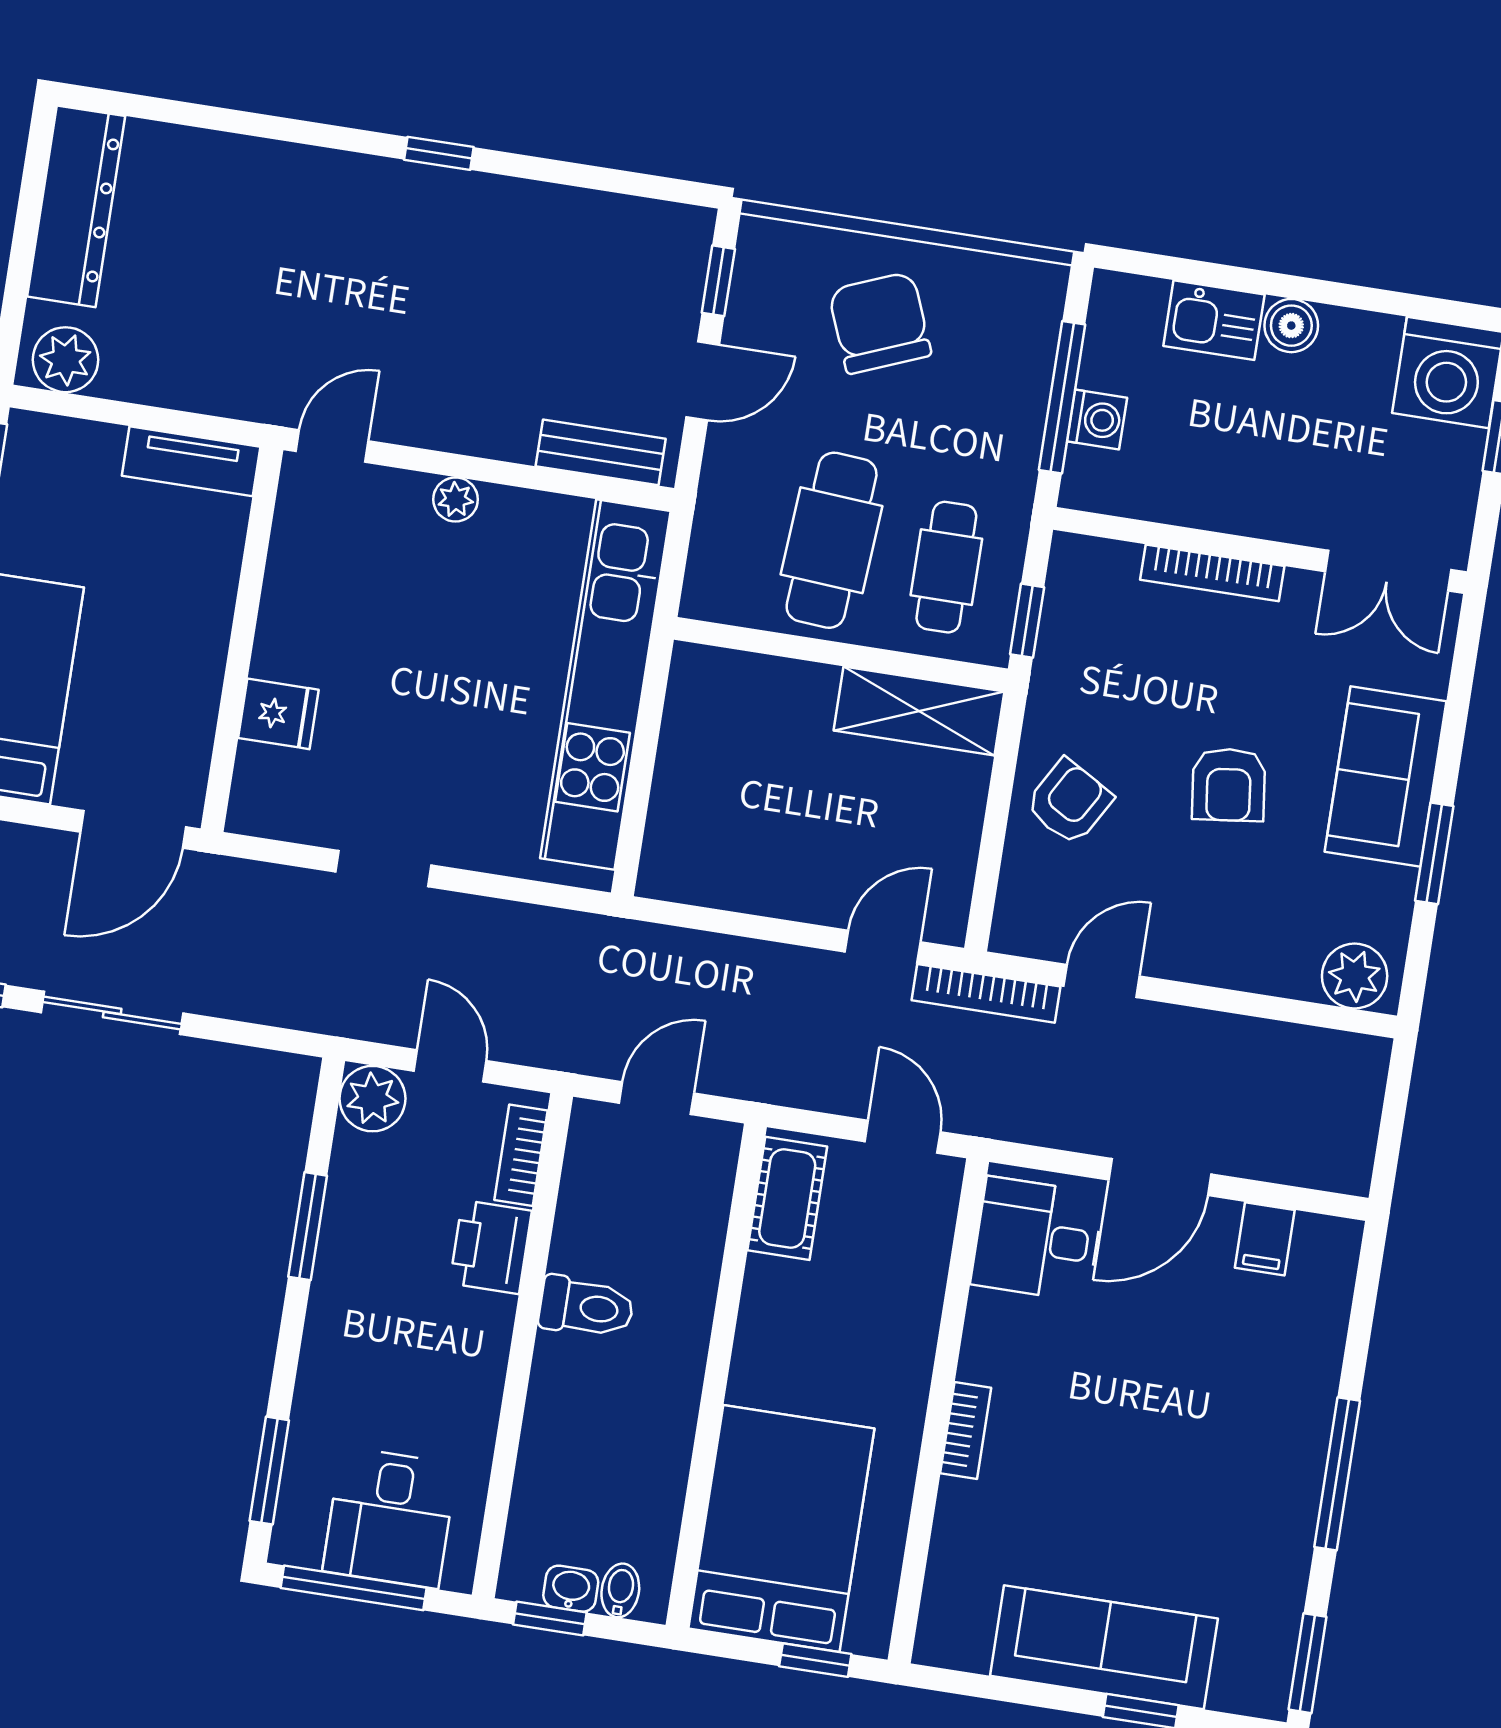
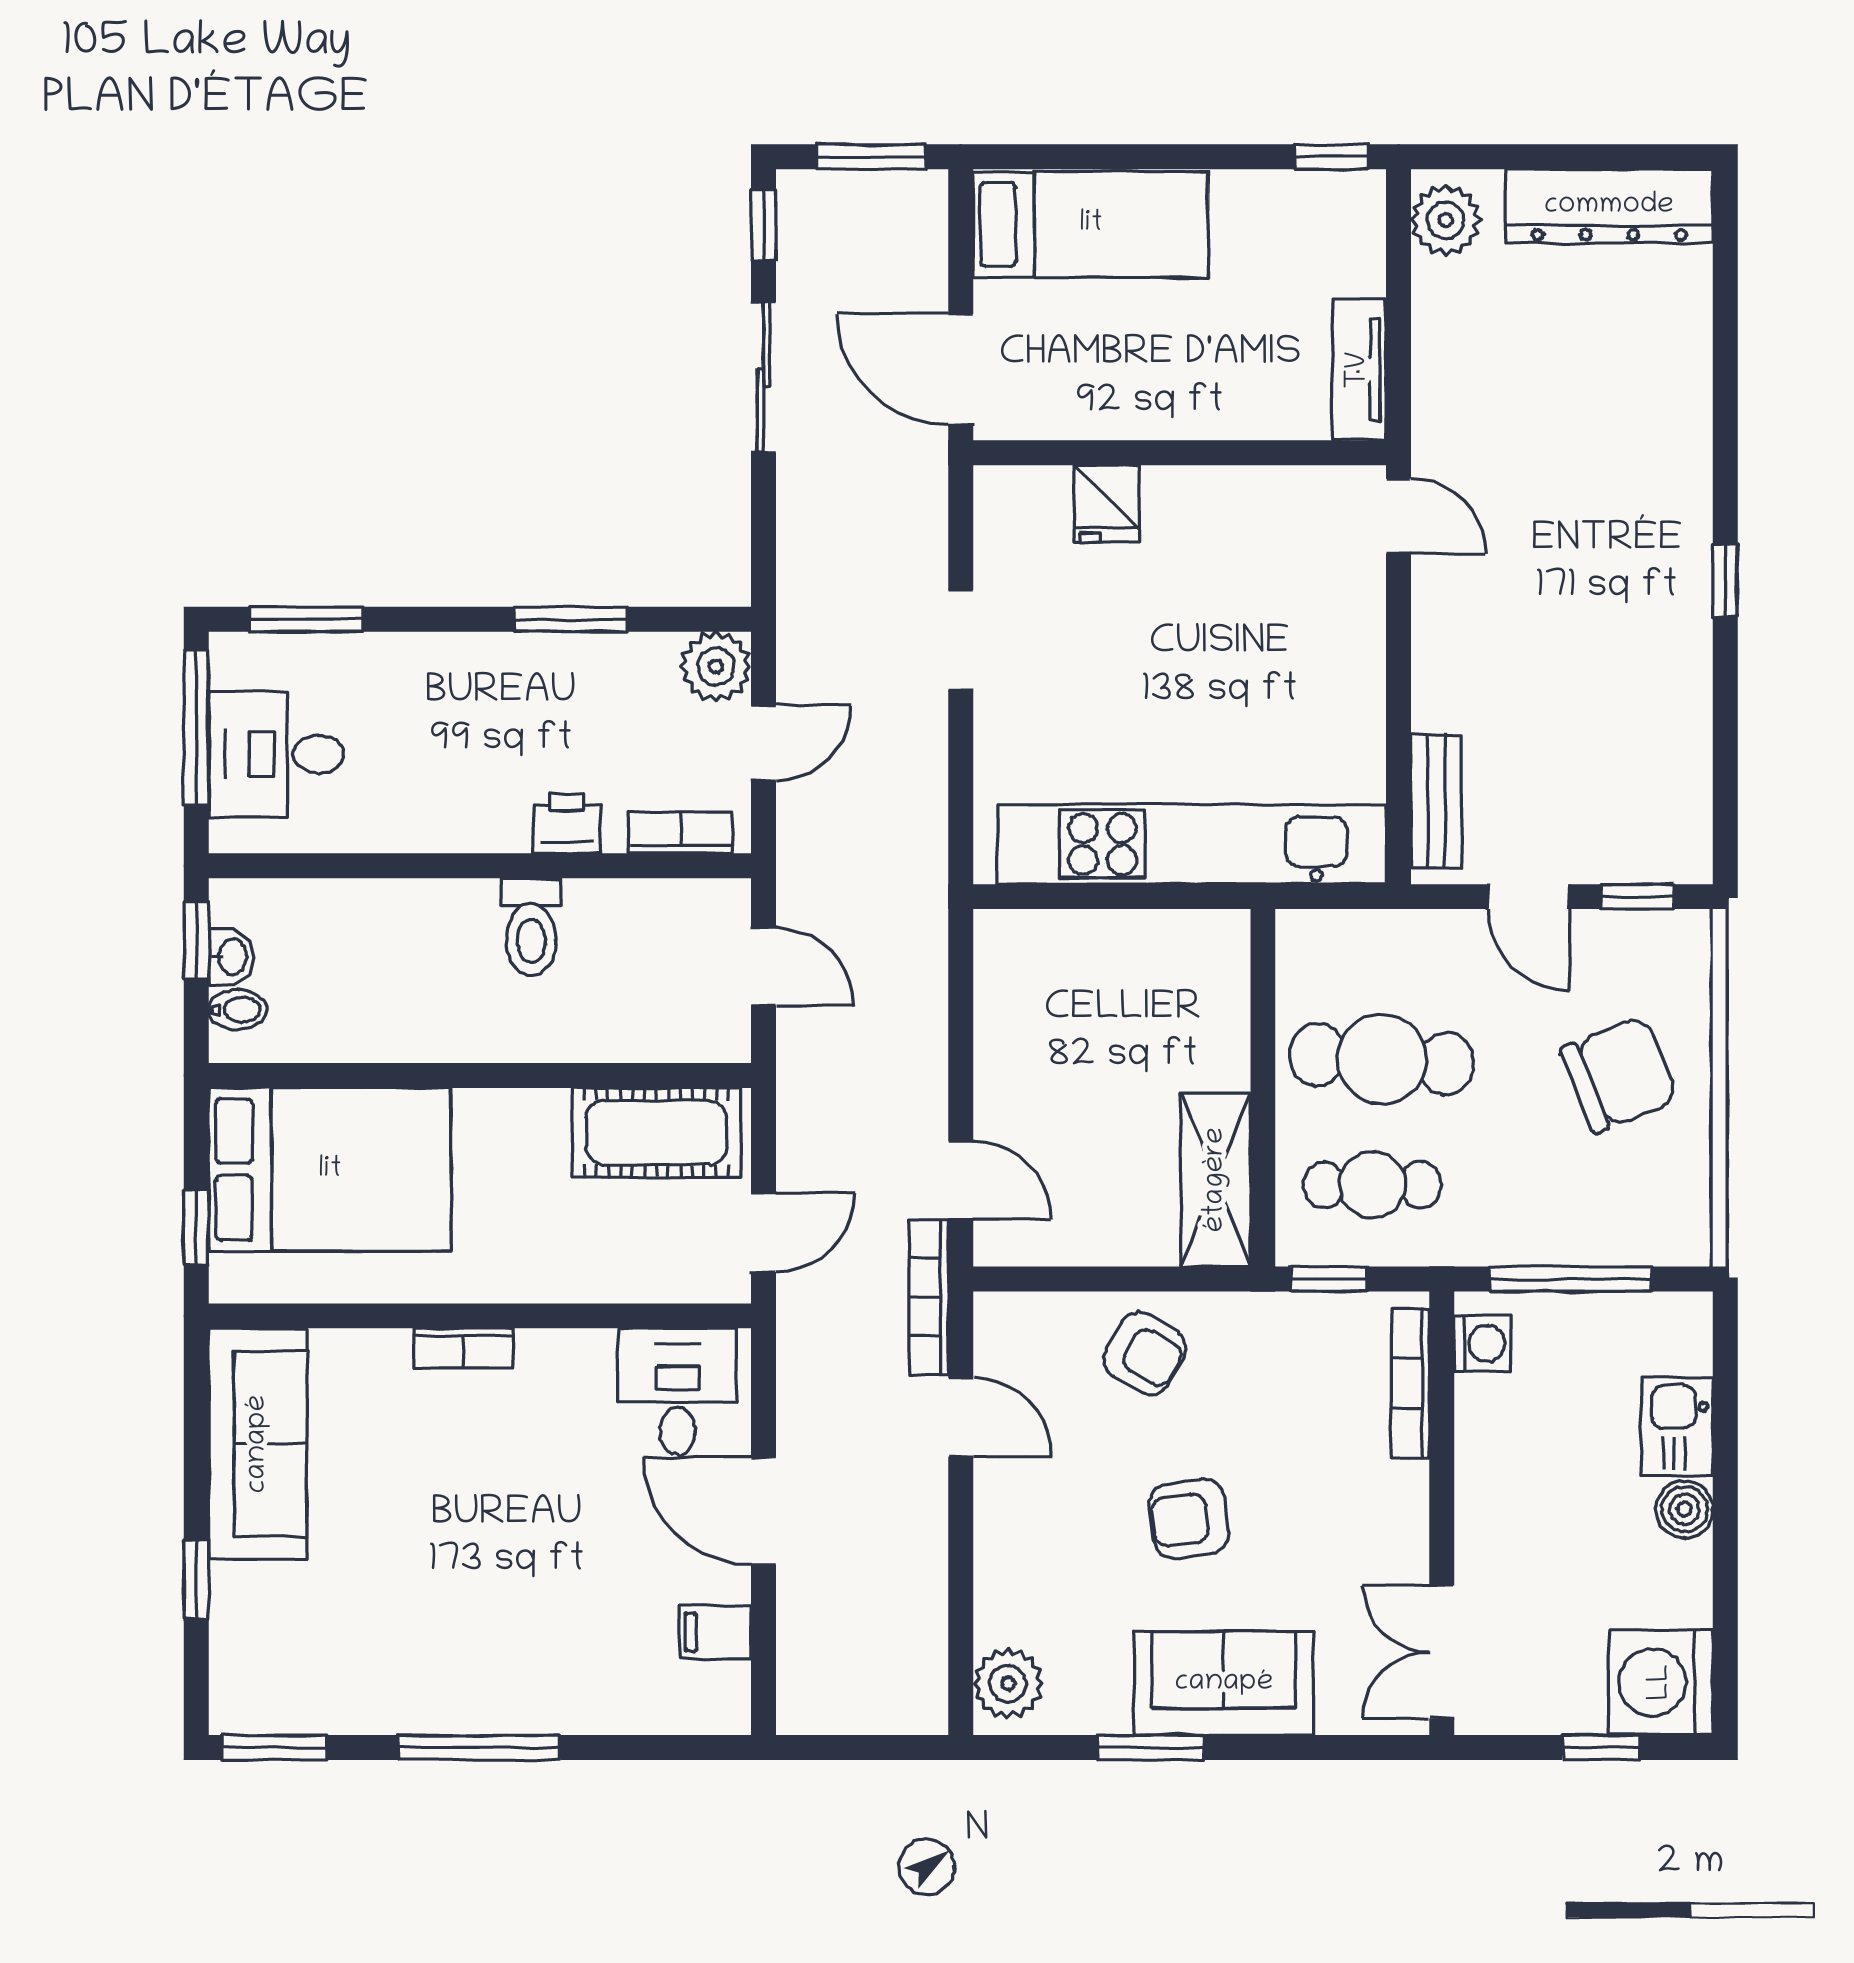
washing machine: (1097, 419) -> (1482, 1343), moved, turned -90
plant: (456, 499) -> (1363, 655), removed
bookcase: (1212, 573) -> (1410, 1384), moved
cot: (787, 1198) -> (657, 1133), width x1.37, depth x1.34
printer: (491, 1247) -> (567, 823), width x0.73, depth x0.81
sofa: (1104, 1647) -> (258, 1444), moved

